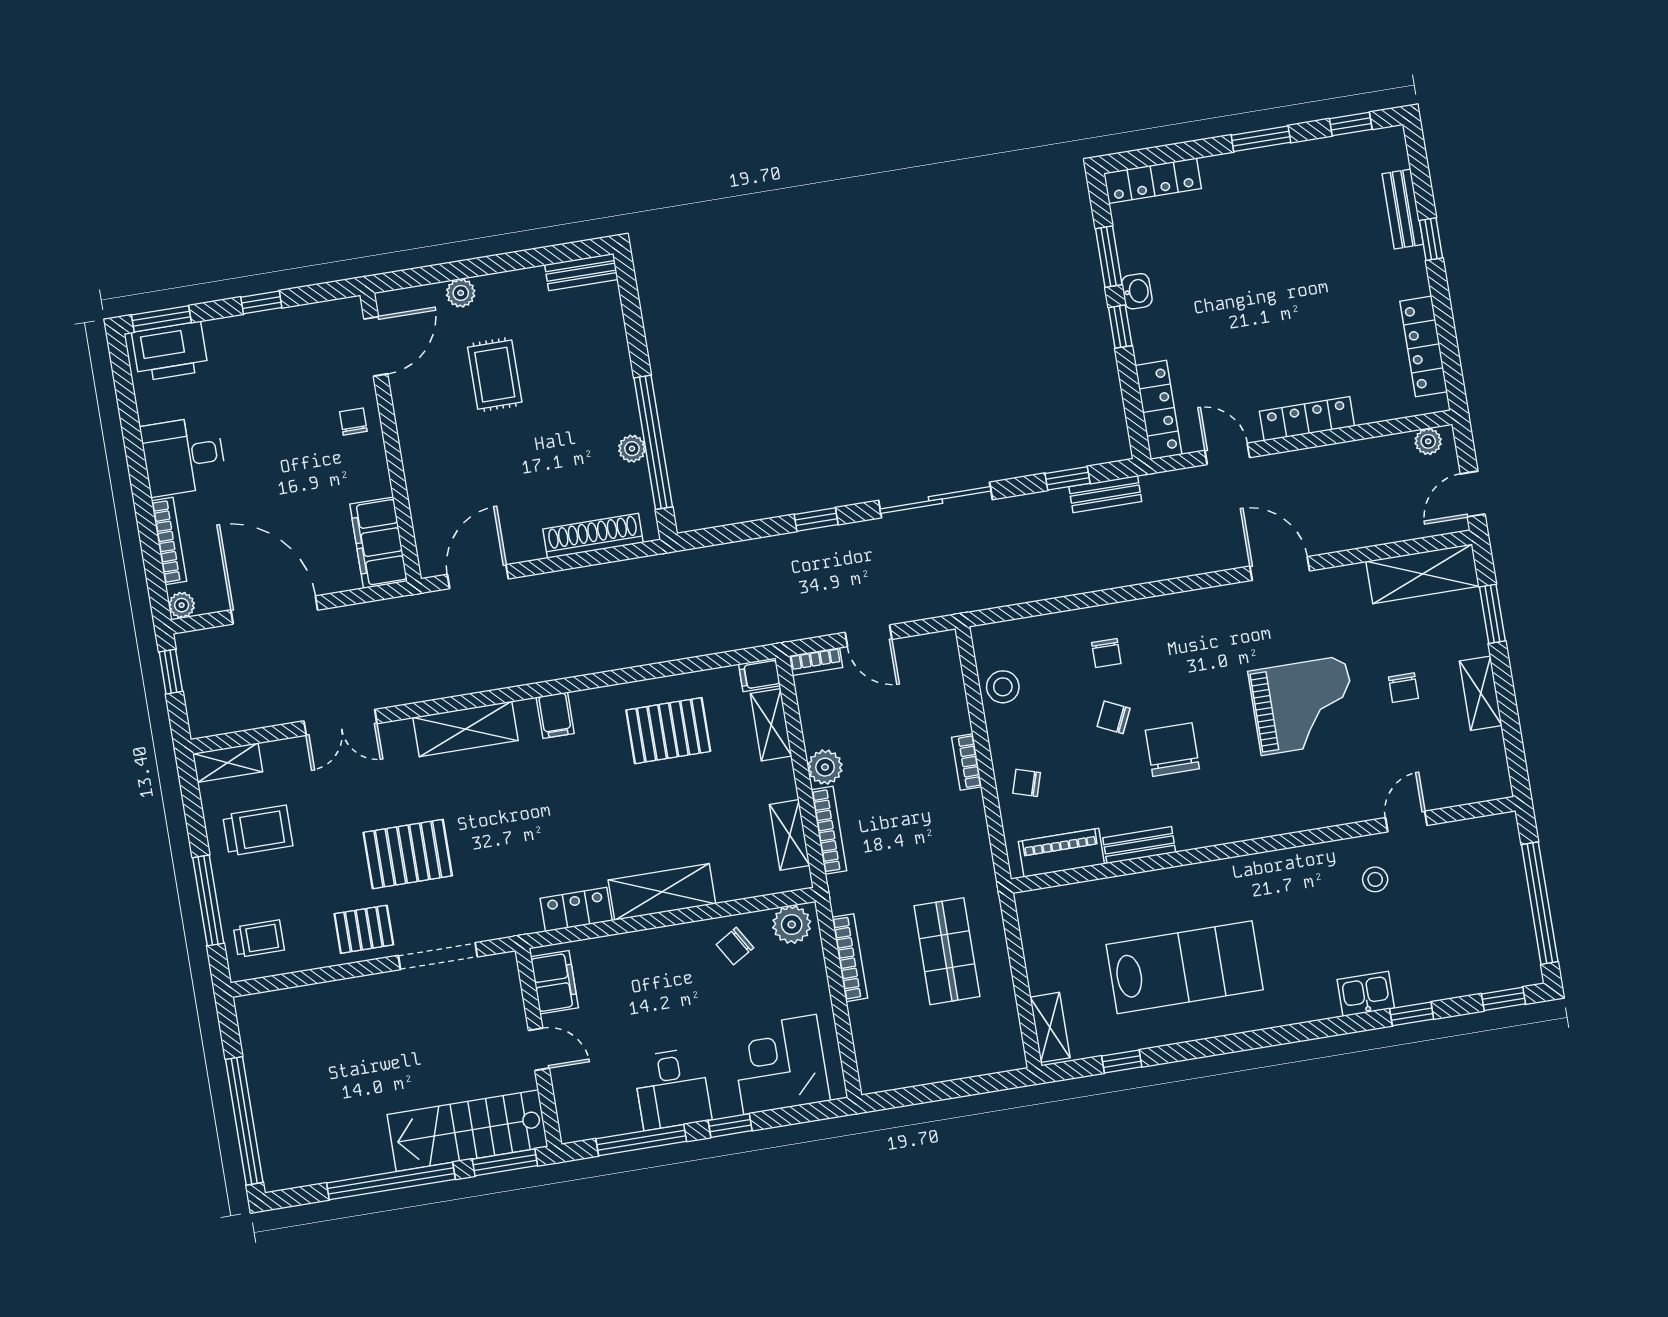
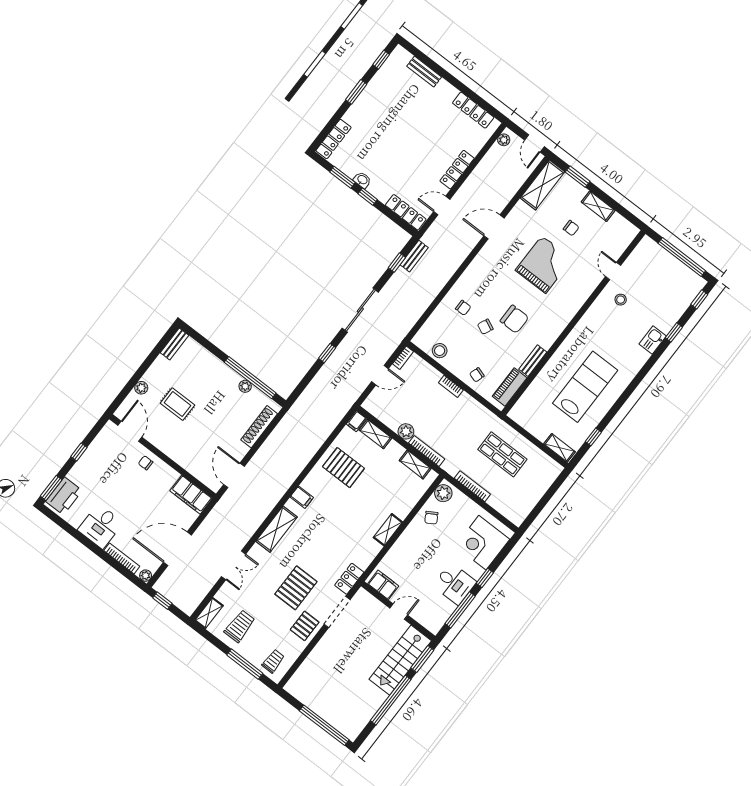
window: (1431, 239) -> (443, 73), removed
bookcase: (816, 662) -> (403, 358), moved
pallet: (668, 731) -> (343, 468), turned 90
chair: (1172, 750) -> (514, 319), turned 180
shelving: (662, 892) -> (388, 530), width x0.67, depth x0.75
locker: (576, 909) -> (349, 579), moved

